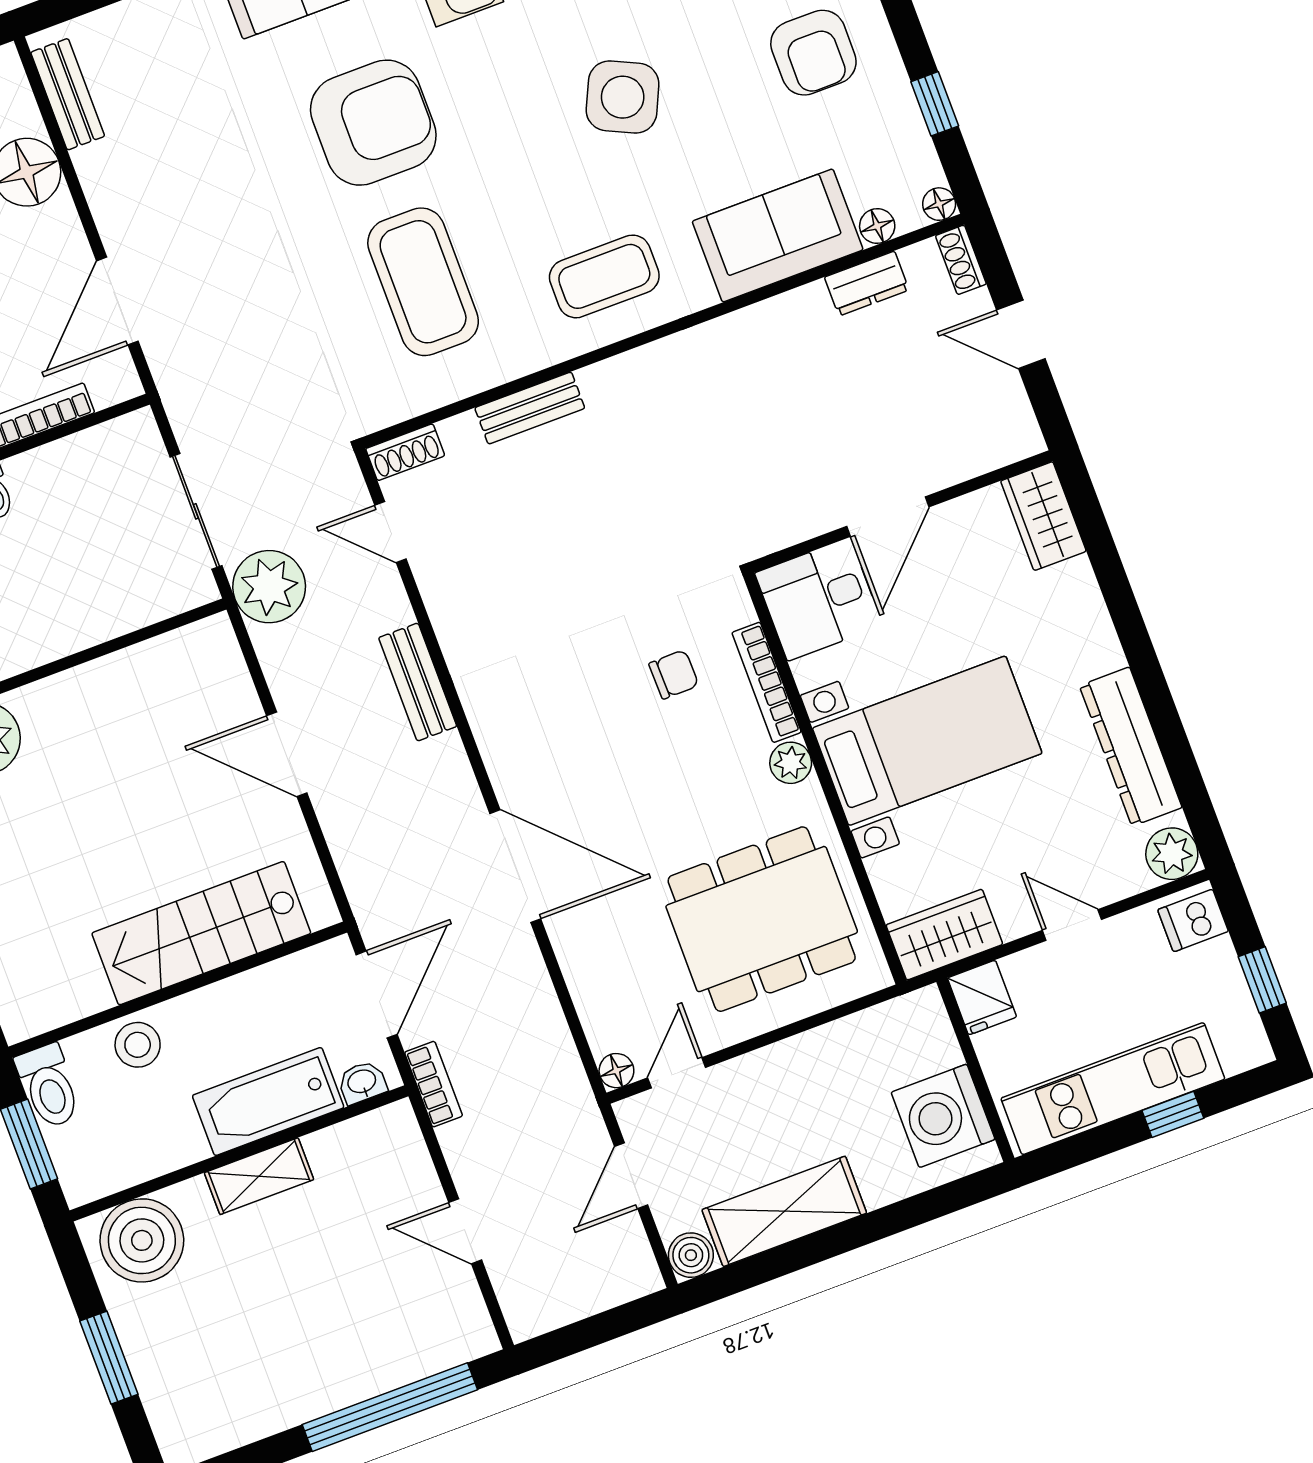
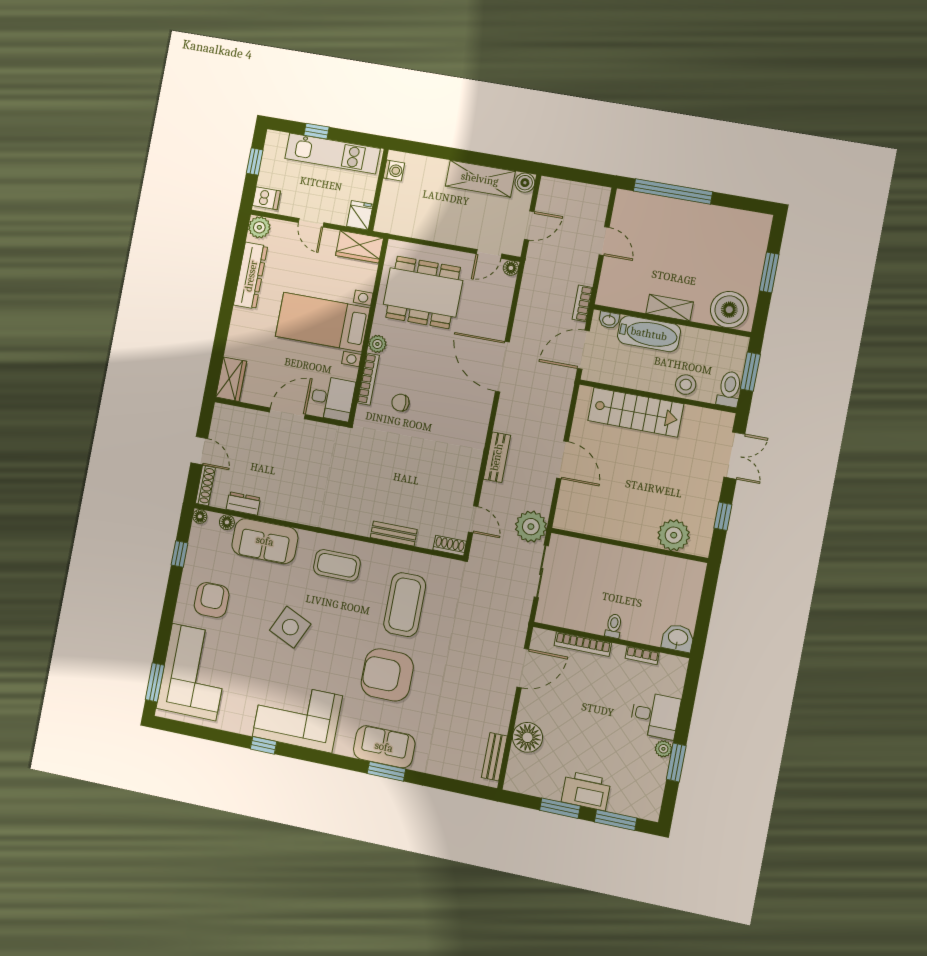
shoe rack: (961, 260) -> (205, 485), width x1.43
washing machine: (943, 1116) -> (394, 170), width x0.53, depth x0.53

